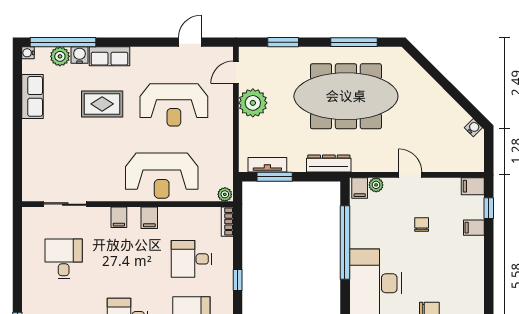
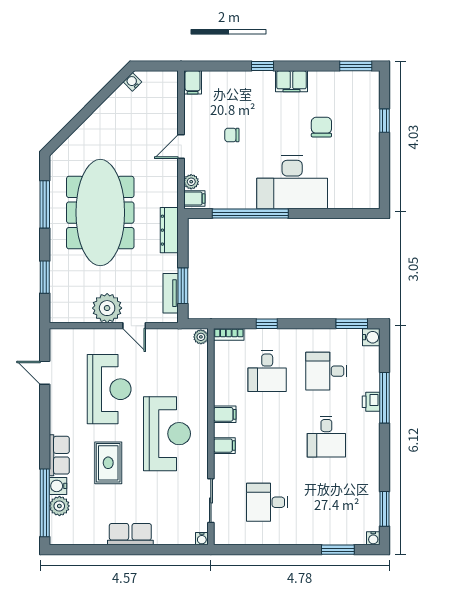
water cooler: (28, 53) -> (202, 539), moved
door: (236, 72) -> (134, 326), moved
row of seats: (33, 96) -> (130, 534), moved
reception desk: (162, 176) -> (167, 434), moved
window: (489, 208) -> (263, 66), moved
filing cabinet: (474, 228) -> (291, 81), moved, width x2.00
window: (238, 280) -> (267, 324), moved

